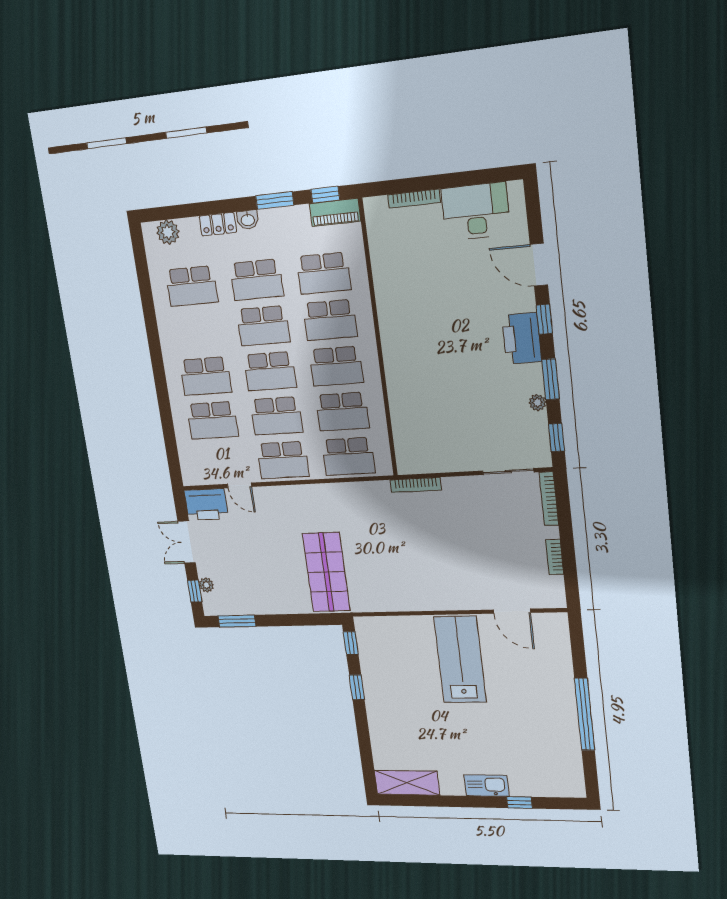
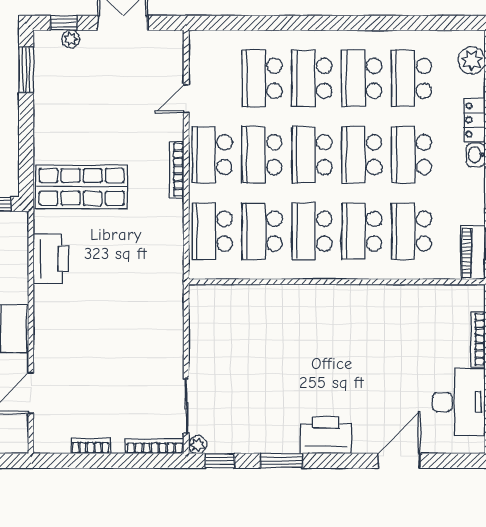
window: (544, 319) -> (344, 461), removed
school desk: (199, 331) -> (362, 78), added
plant: (537, 402) -> (198, 445), moved
bookcase: (416, 485) -> (177, 170), moved
printer: (206, 504) -> (51, 259), moved, turned 180

